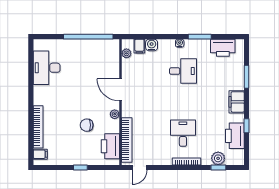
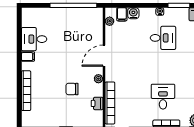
desk: (47, 68) -> (34, 39), width x0.73
door: (121, 90) -> (104, 56), hinge flipped
printer: (110, 146) -> (97, 103), width x0.53, depth x0.68
filing cabinet: (40, 154) -> (28, 57), moved

